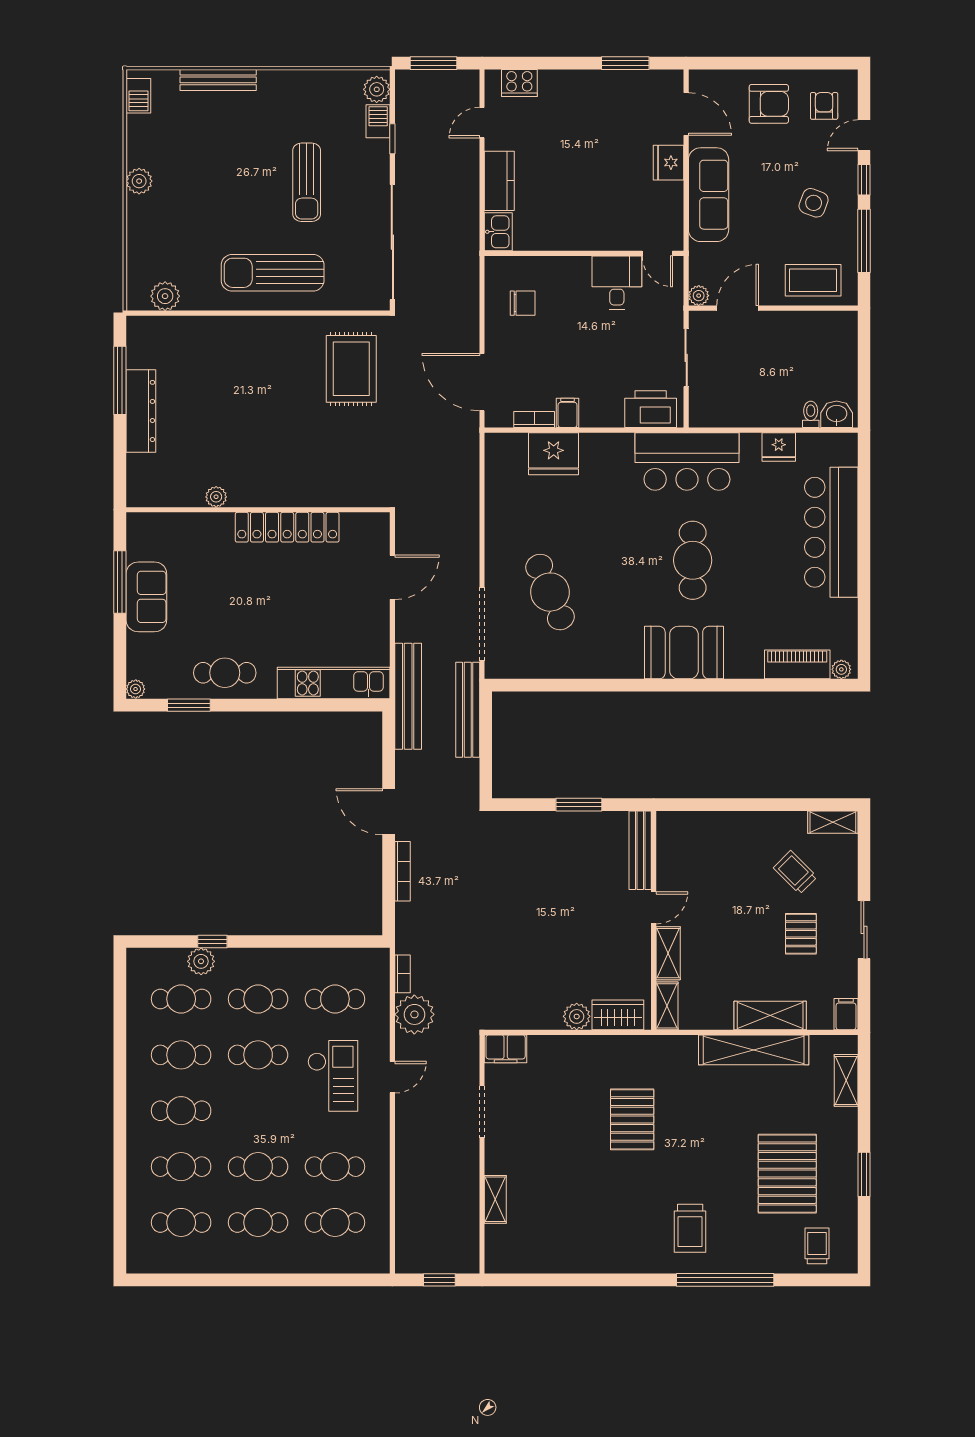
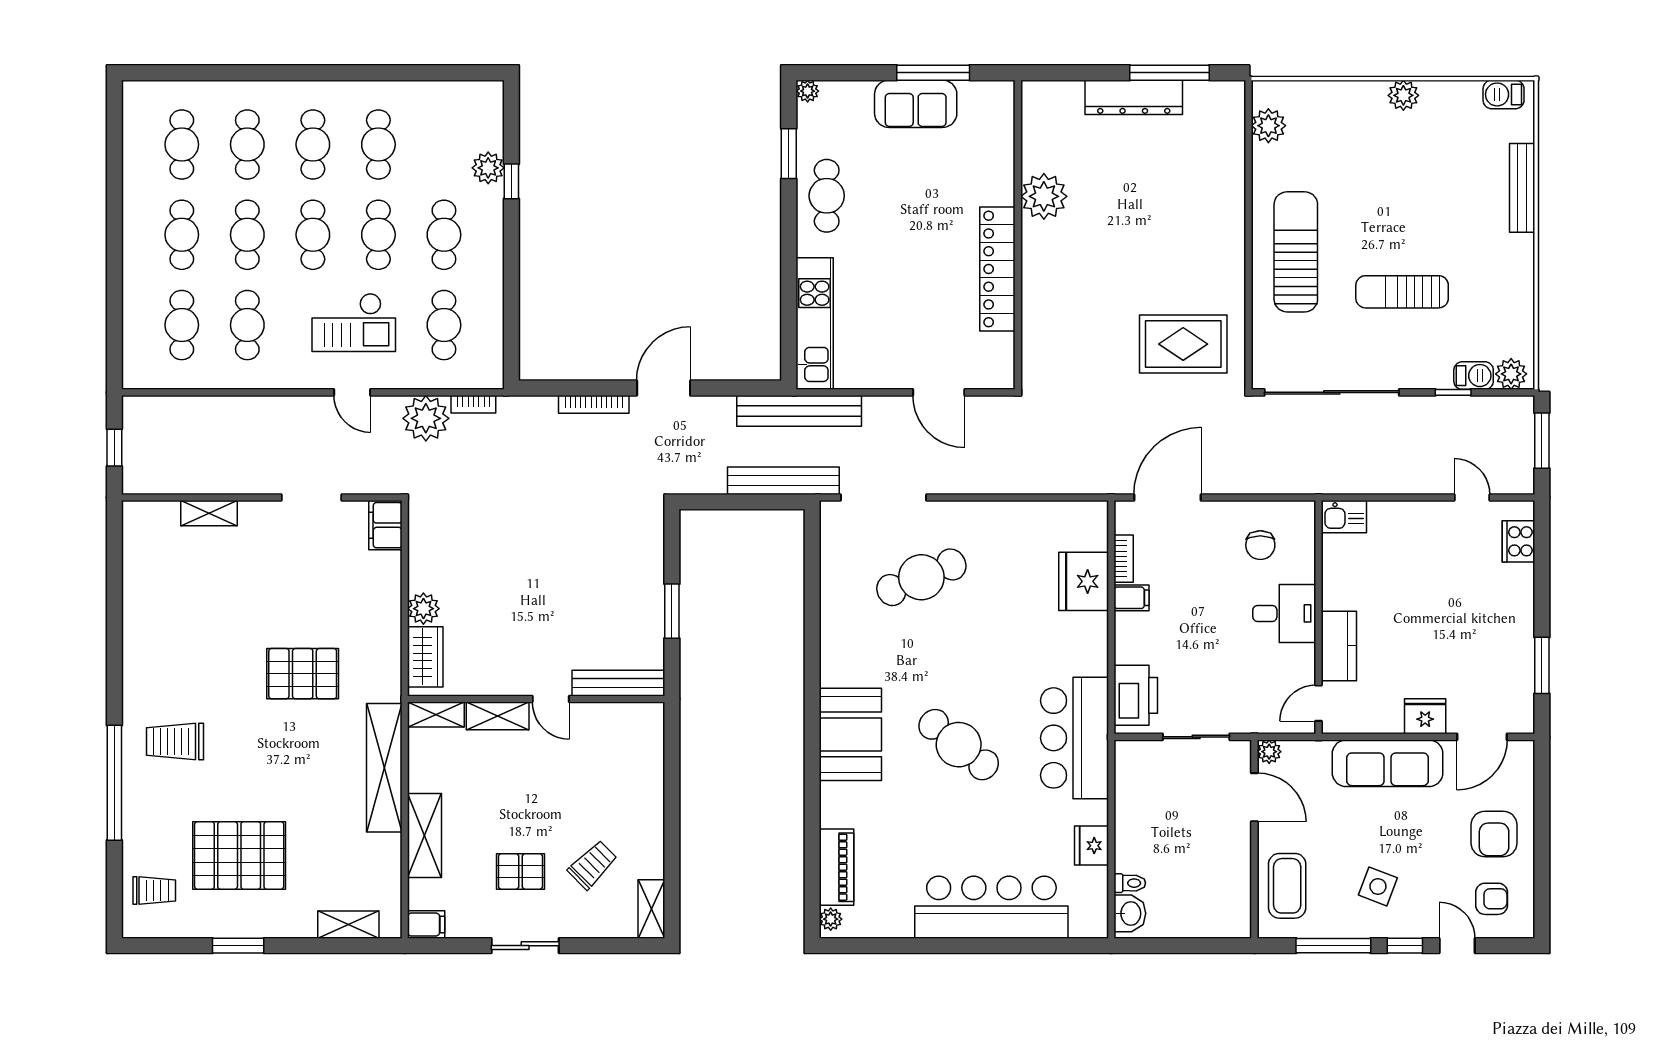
kitchen counter: (499, 181) -> (1339, 646), moved, turned -90
desk: (617, 283) -> (1284, 613), moved
plant: (216, 497) -> (1044, 196), width x1.88, depth x1.88
cafe table: (693, 560) -> (959, 745), turned 39
cafe table: (181, 999) -> (313, 235), moved
shelving: (754, 1050) -> (384, 768), moved

